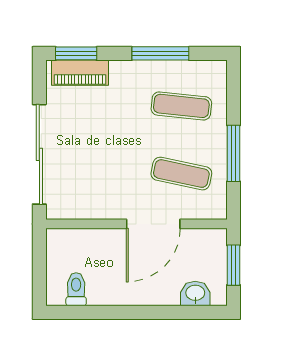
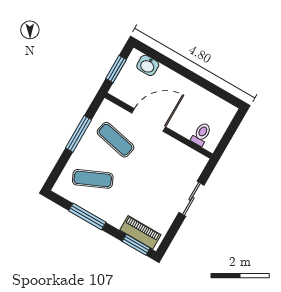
exercise mat: (181, 106) -> (93, 179), turned -30
sliding door: (39, 154) -> (191, 199), width x0.54
toilet: (76, 289) -> (201, 134), moved, turned 180

